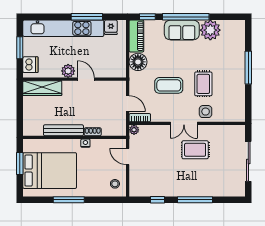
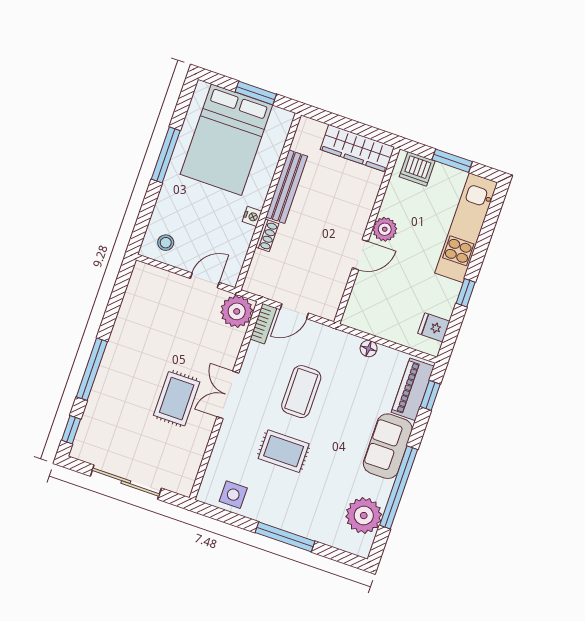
window: (87, 17) -> (466, 293), width x0.46
window: (186, 17) -> (399, 487), moved
kitchen unit: (63, 28) -> (466, 228), width x0.73
plant: (210, 30) -> (364, 516), moved
piano: (136, 36) -> (413, 389), moved, turned 90
floor lamp: (138, 62) -> (369, 349), width x0.53, depth x0.53
wardrobe: (42, 88) -> (357, 148), moved, turned -90
side table: (206, 112) -> (233, 495), moved
plant: (134, 130) -> (237, 311), width x1.87, depth x1.87
window: (158, 200) -> (71, 430), moved

